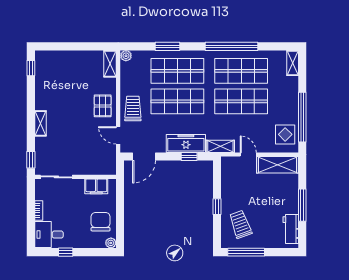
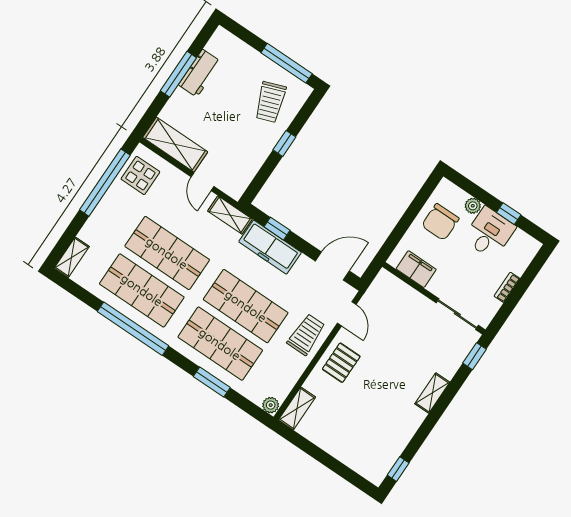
trolley: (133, 108) -> (306, 334), turned 180
workbench: (291, 229) -> (200, 73), moved
desk: (49, 235) -> (489, 233), moved, turned -90
plant: (111, 243) -> (473, 206), moved

